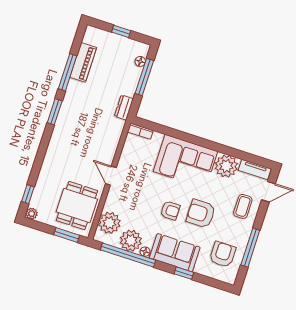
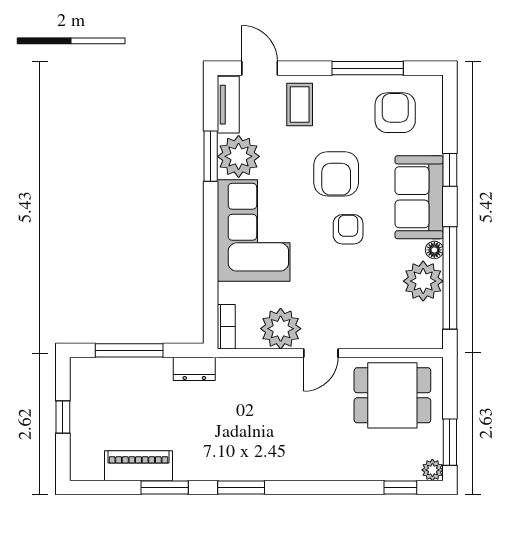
floor lamp: (140, 61) -> (104, 366), removed
window: (68, 72) -> (165, 487), width x0.69
window: (231, 152) -> (211, 156), added
coffee table: (243, 206) -> (300, 105), turned 90
plant: (109, 223) -> (281, 329), moved
window: (67, 235) -> (450, 442), moved
armchair: (223, 254) -> (395, 113), turned 90

